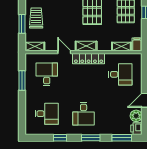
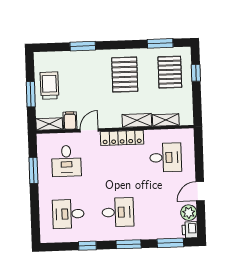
filing cabinet: (137, 44) -> (70, 121), moved
shelving: (86, 46) -> (137, 120), moved
door: (64, 52) -> (89, 130), hinge flipped
desk: (47, 74) -> (66, 161), turned 180
desk: (47, 114) -> (68, 214), turned 180
desk: (84, 114) -> (118, 212), turned -90

